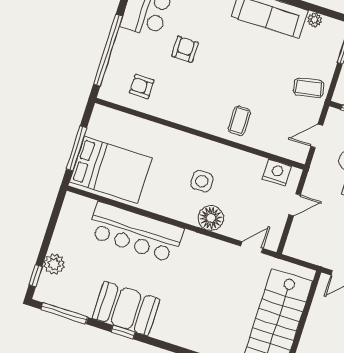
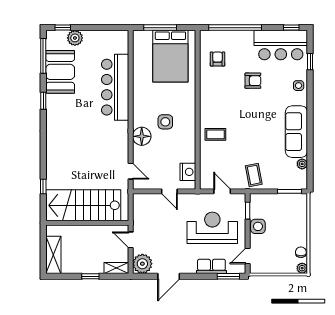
bed: (111, 170) -> (170, 56), moved
booth: (126, 309) -> (60, 72), moved

